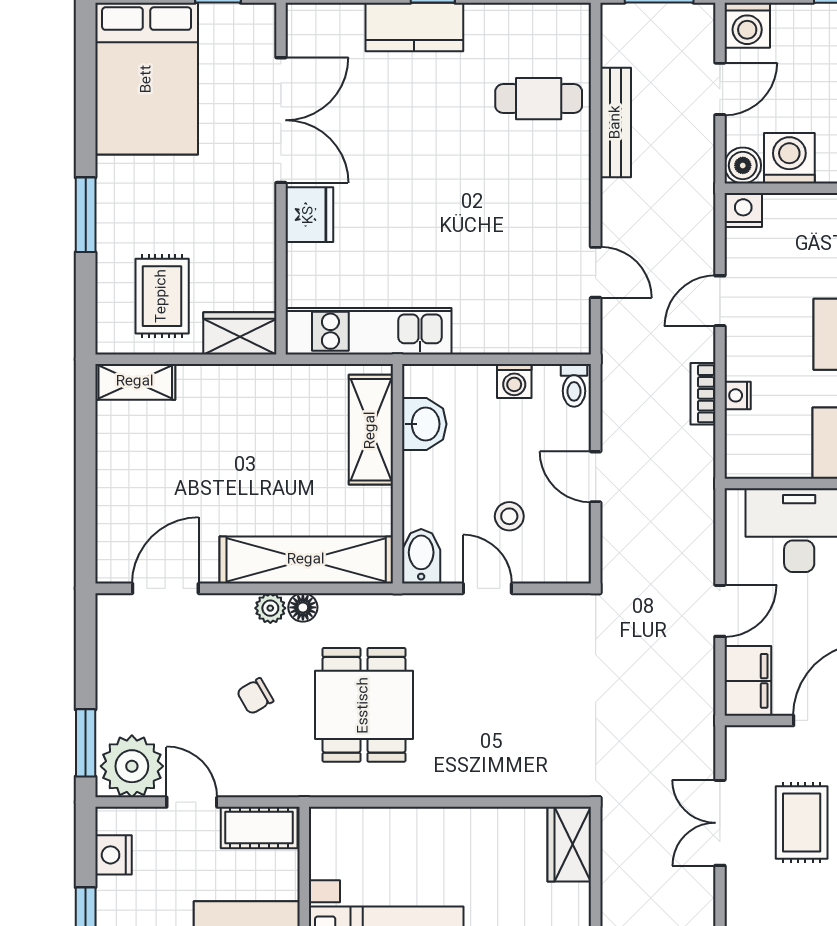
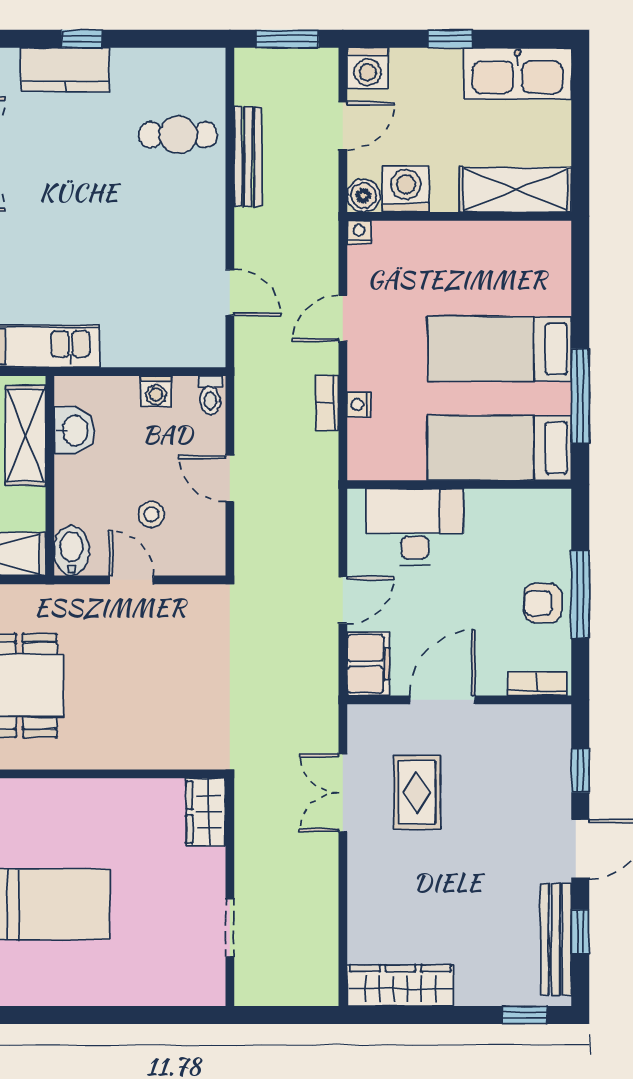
nightstand: (743, 210) -> (359, 232), width x0.72, depth x0.74

